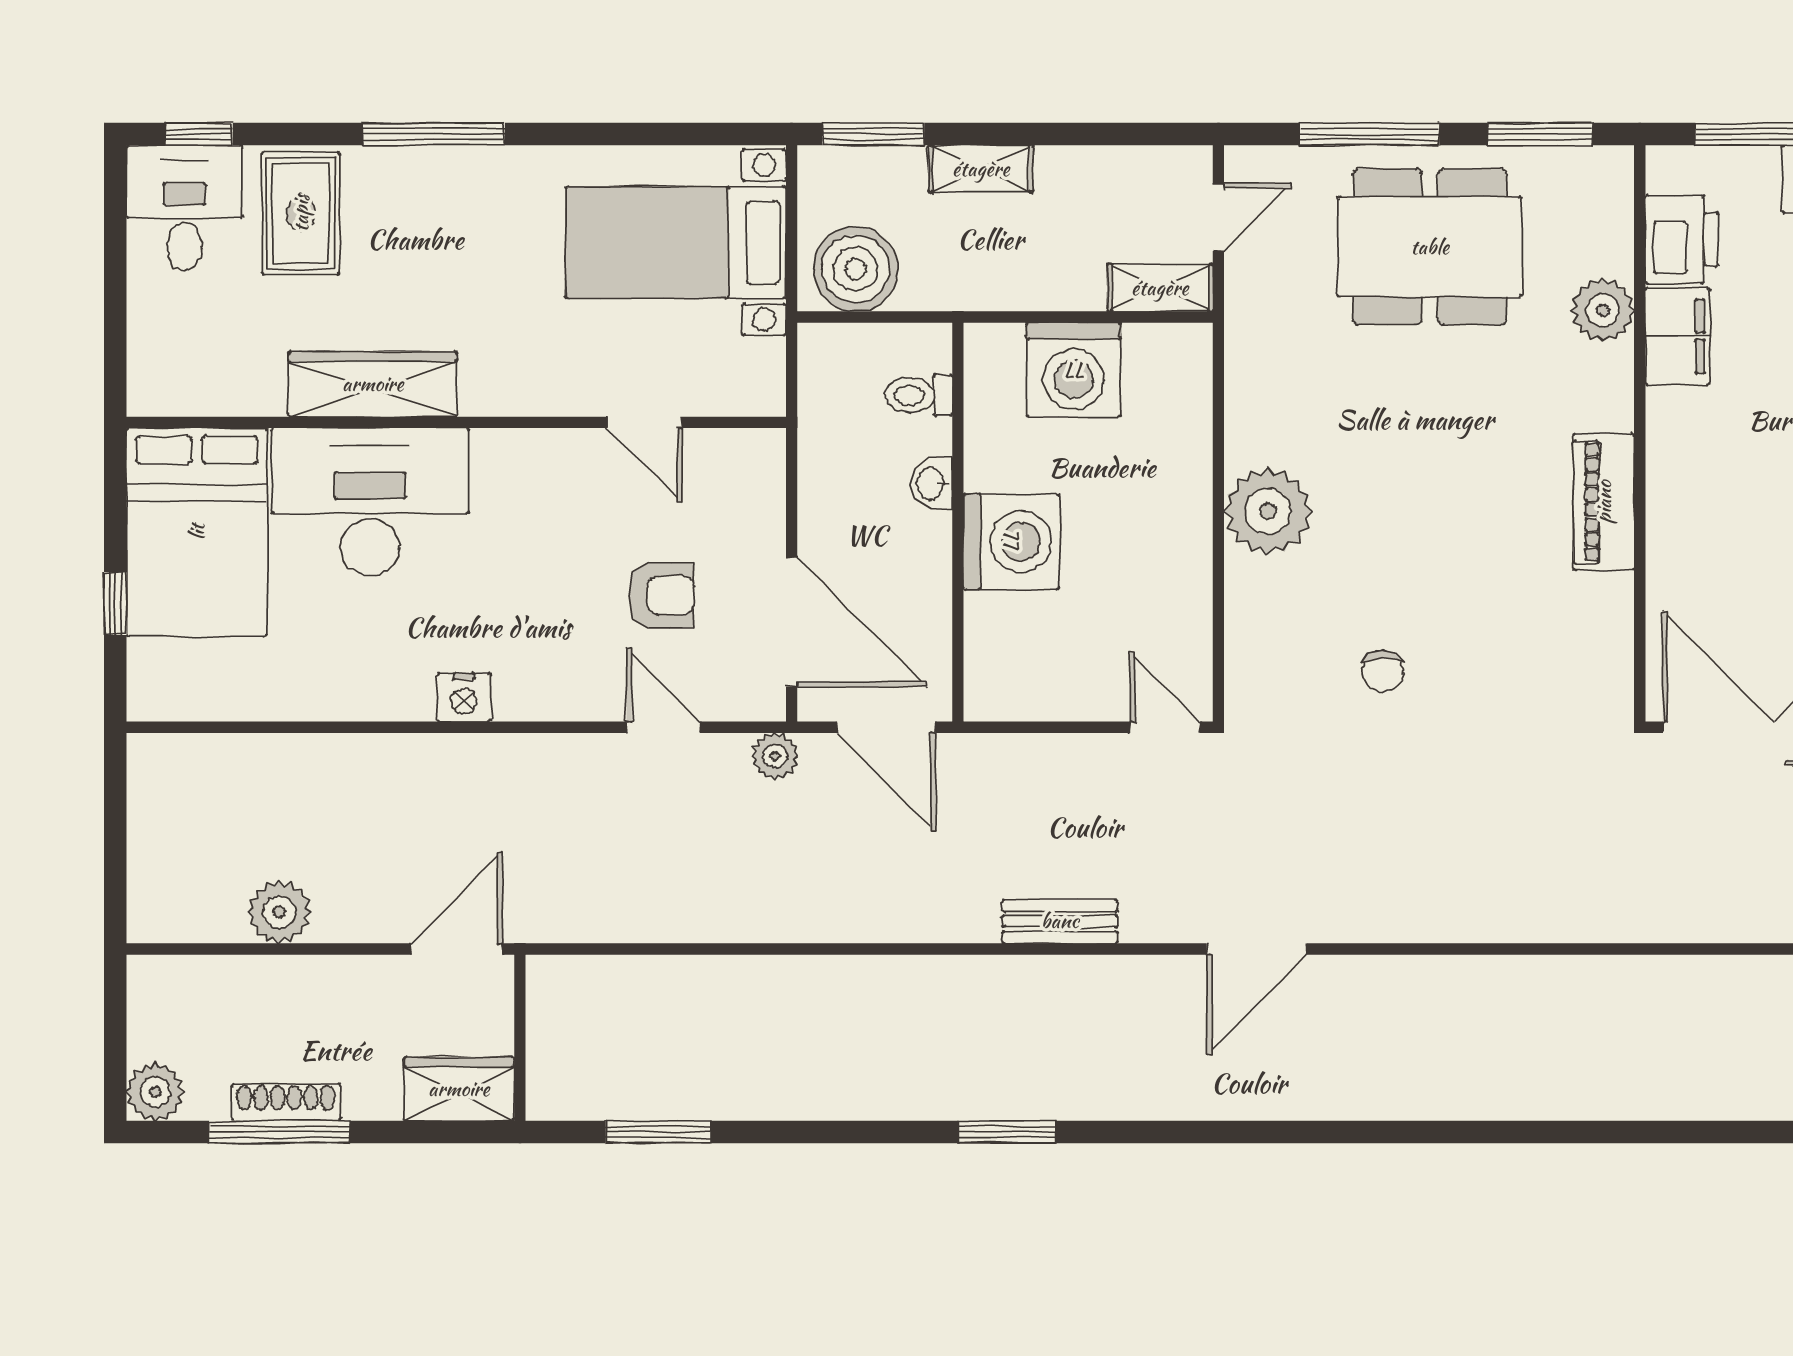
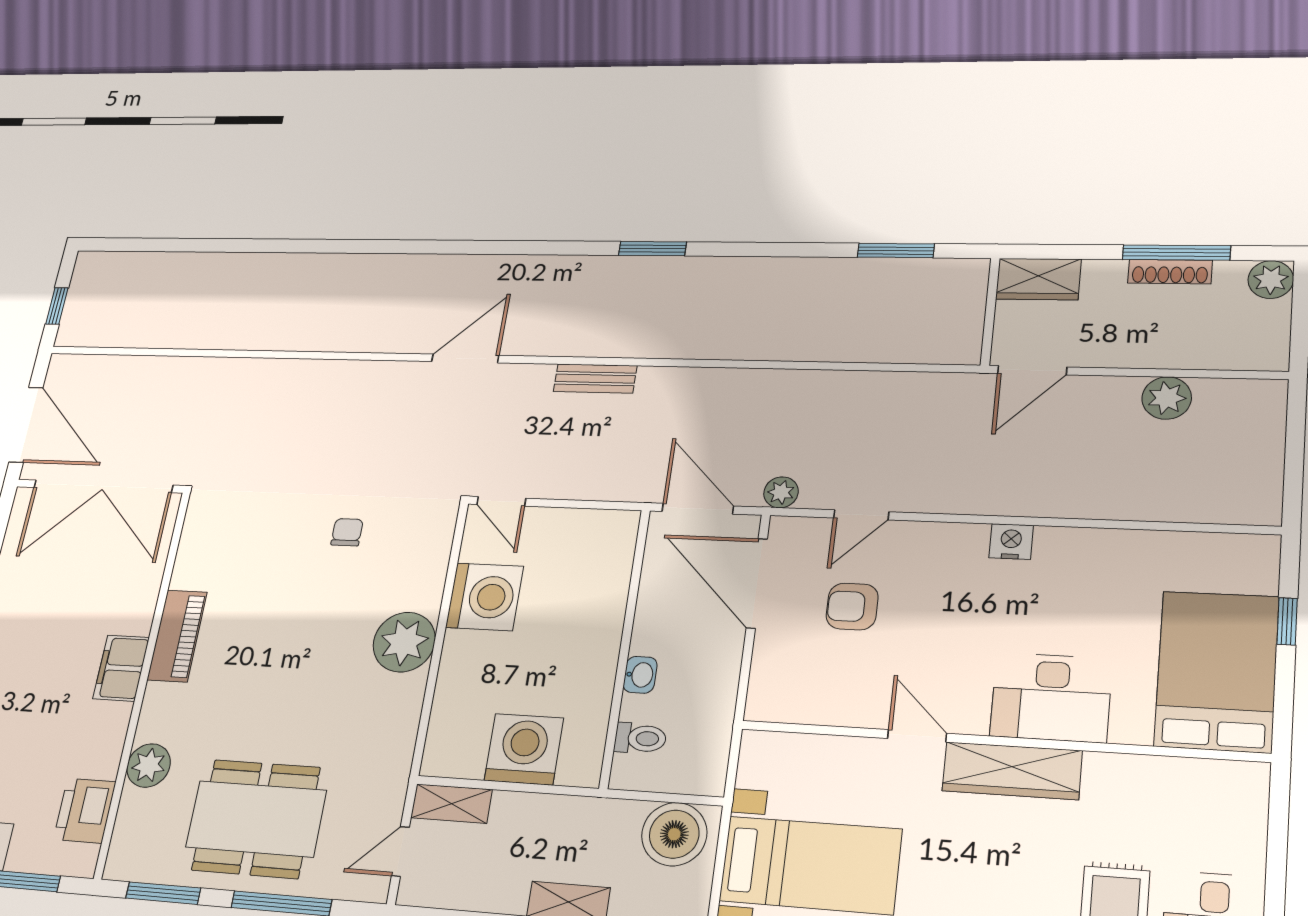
filing cabinet: (1677, 336) -> (121, 668), moved
wardrobe: (373, 384) -> (1012, 771), moved
door: (645, 422) -> (917, 736), moved
desk: (370, 502) -> (1051, 697), width x0.73, depth x0.77
washing machine: (1011, 542) -> (485, 597), moved, turned 180
door: (663, 727) -> (861, 515), hinge flipped

